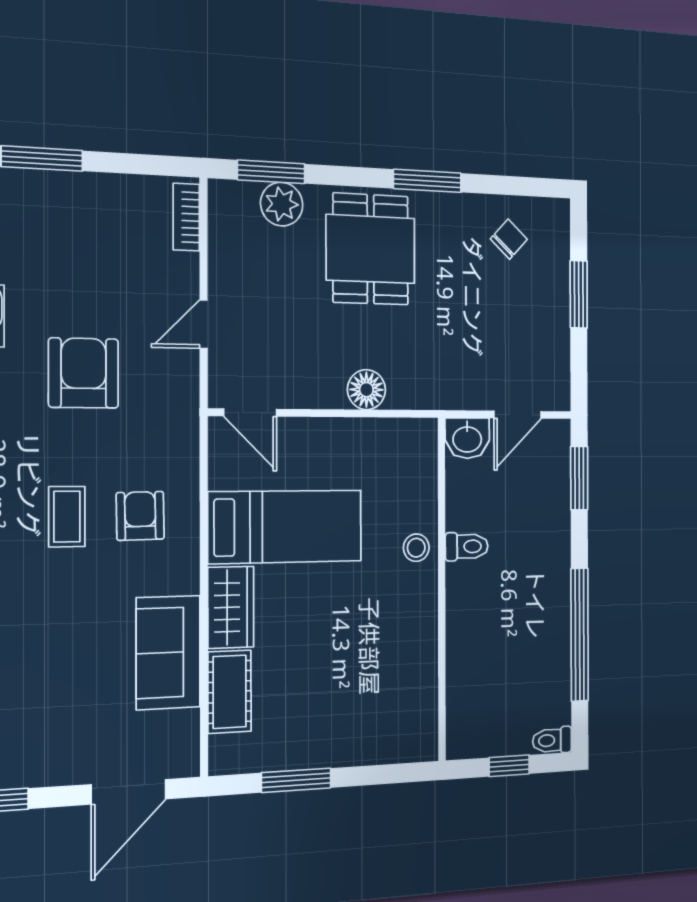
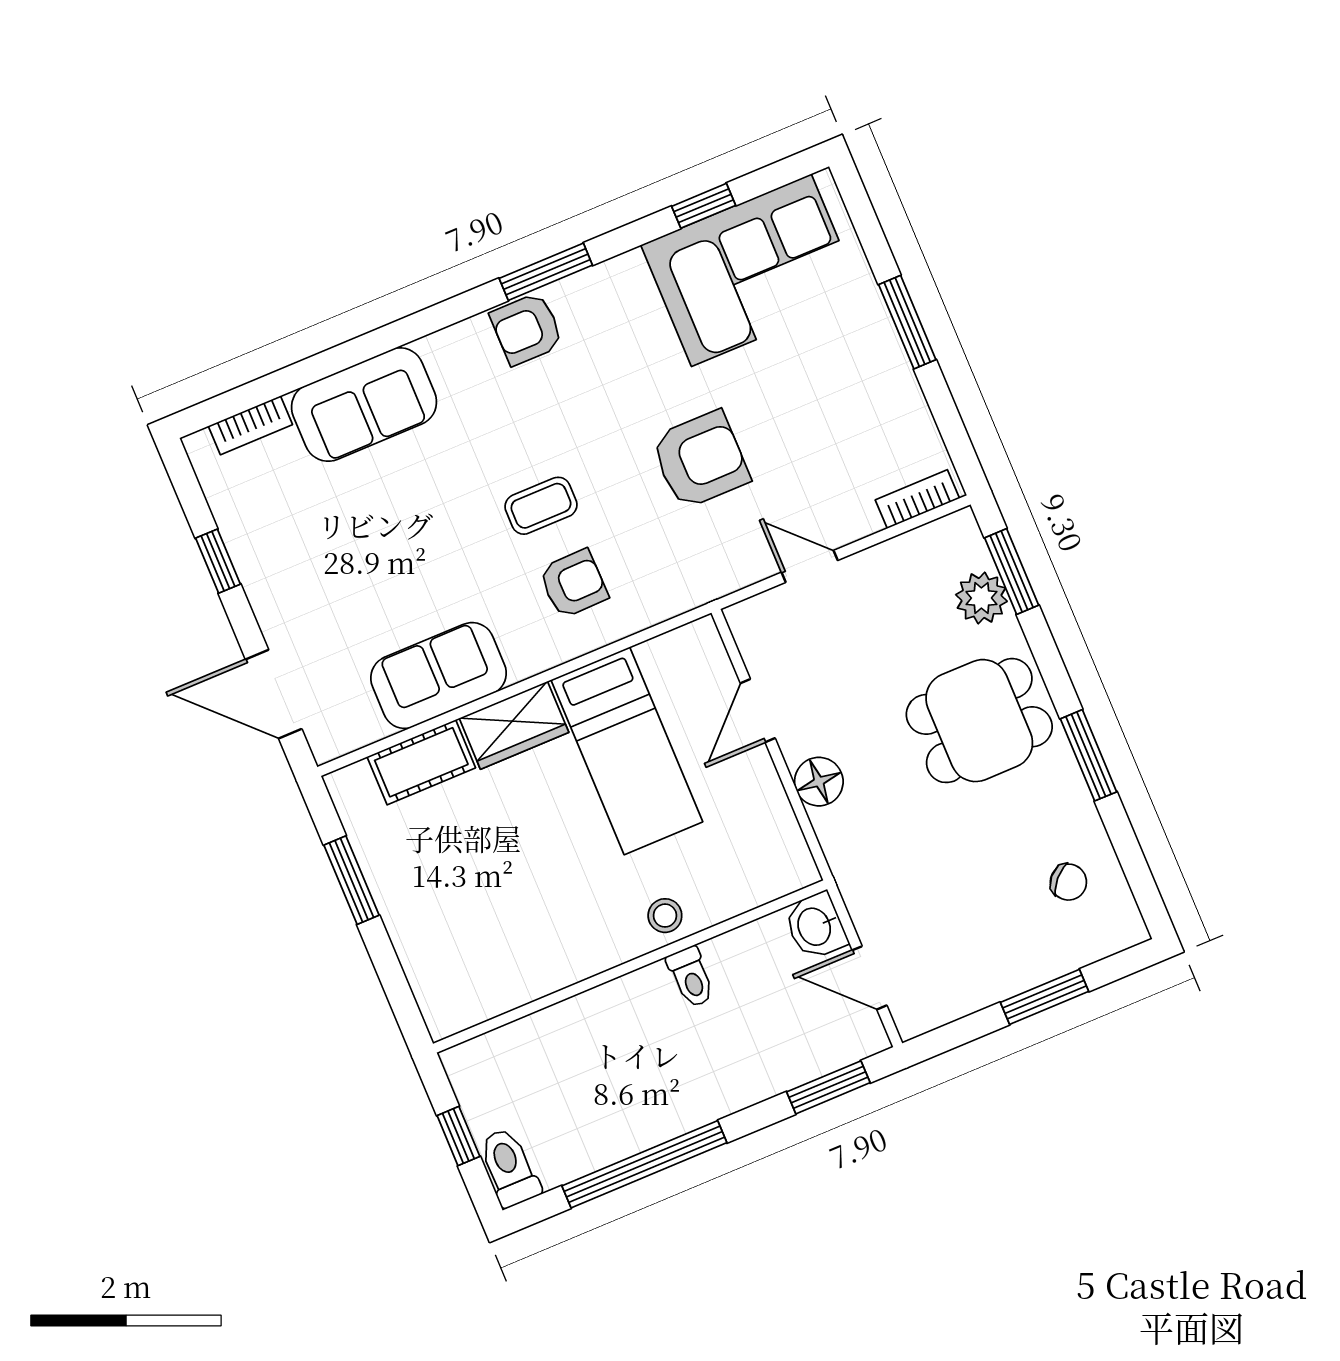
door: (250, 413) -> (758, 711), moved
toilet: (552, 740) -> (509, 1167), width x1.37, depth x1.39

